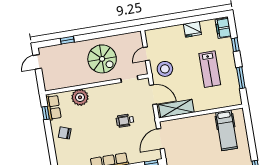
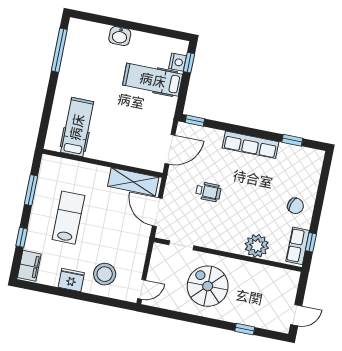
door: (146, 54) -> (142, 289), moved
stool: (165, 69) -> (105, 274), moved

